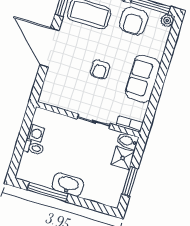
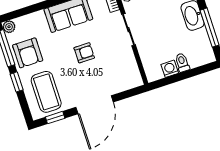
armchair: (134, 21) -> (28, 53), turned 90

